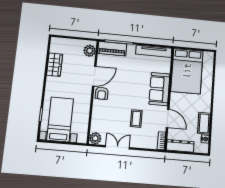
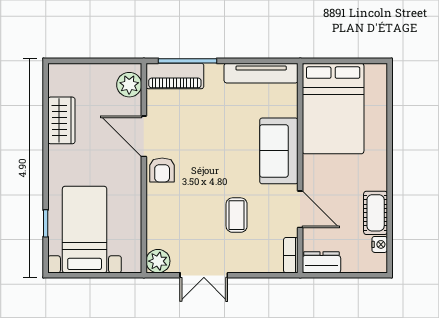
door: (94, 76) -> (144, 136), swing flipped
dresser: (180, 146) -> (321, 262), width x0.70
double door: (117, 147) -> (204, 275), swing flipped

